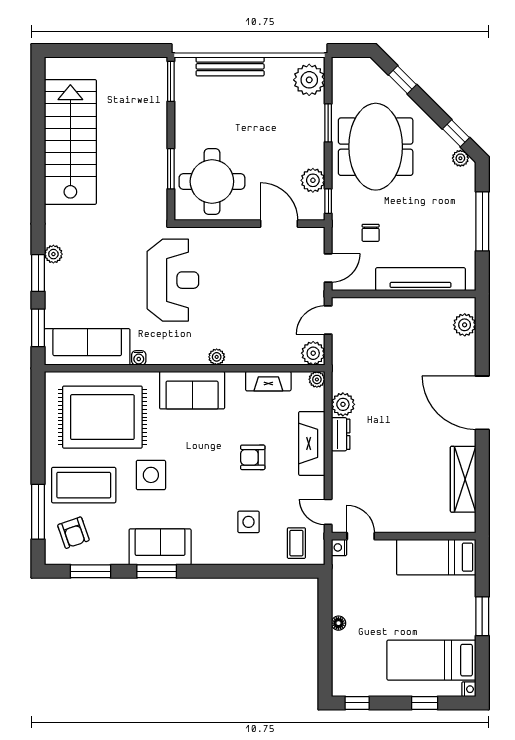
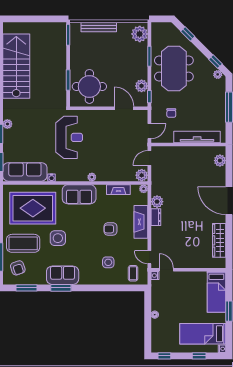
bed: (436, 557) -> (216, 292), moved, turned -90

